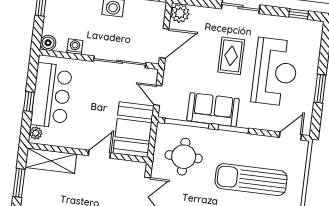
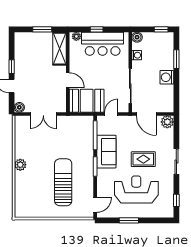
reception desk: (275, 72) -> (136, 189), turned 180
door: (290, 136) -> (95, 205), hinge flipped
round table: (184, 157) -> (73, 136), removed

